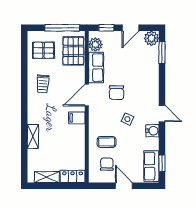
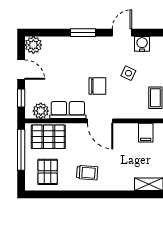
window: (162, 53) -> (83, 33), moved
filing cabinet: (77, 118) -> (146, 133), moved

